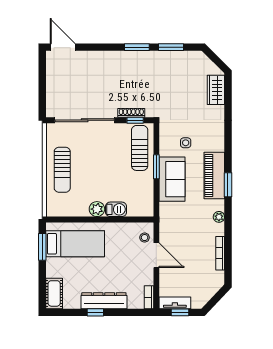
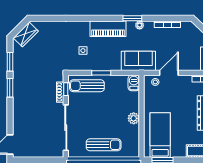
wardrobe: (216, 90) -> (26, 34), moved, turned -45
sofa: (172, 179) -> (138, 61), moved
window: (228, 185) -> (132, 18), moved
barbecue: (116, 209) -> (134, 83), moved

